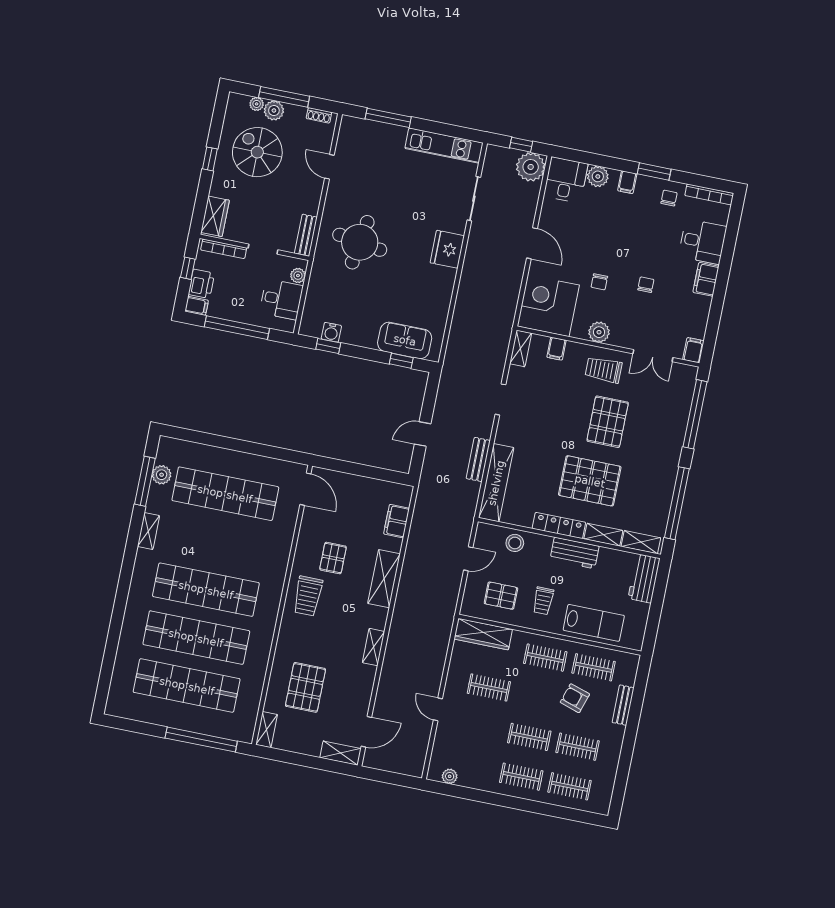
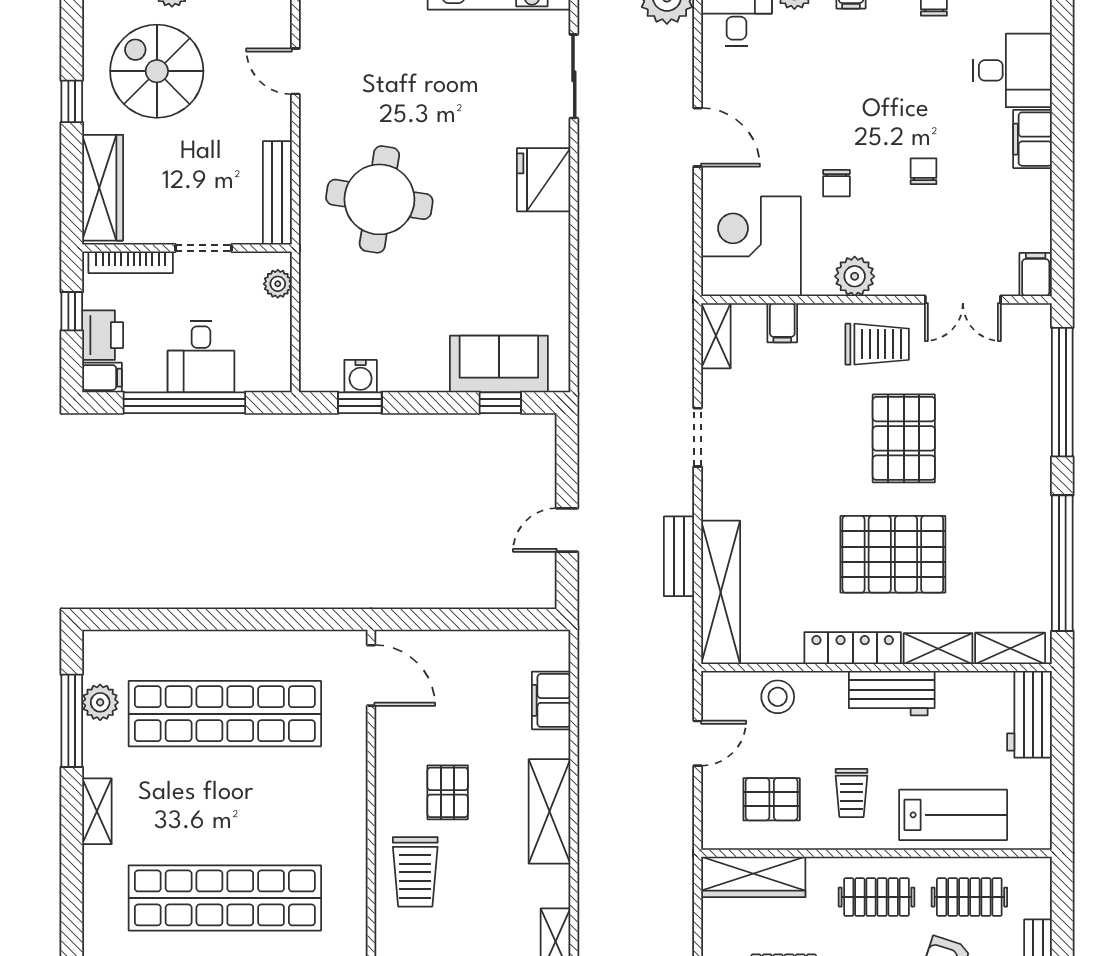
wardrobe: (215, 216) -> (103, 188), width x1.50
bench: (306, 235) -> (277, 193), width x1.36
desk: (281, 299) -> (201, 356), moved, turned 90
trolley: (604, 370) -> (877, 344), turned 180

